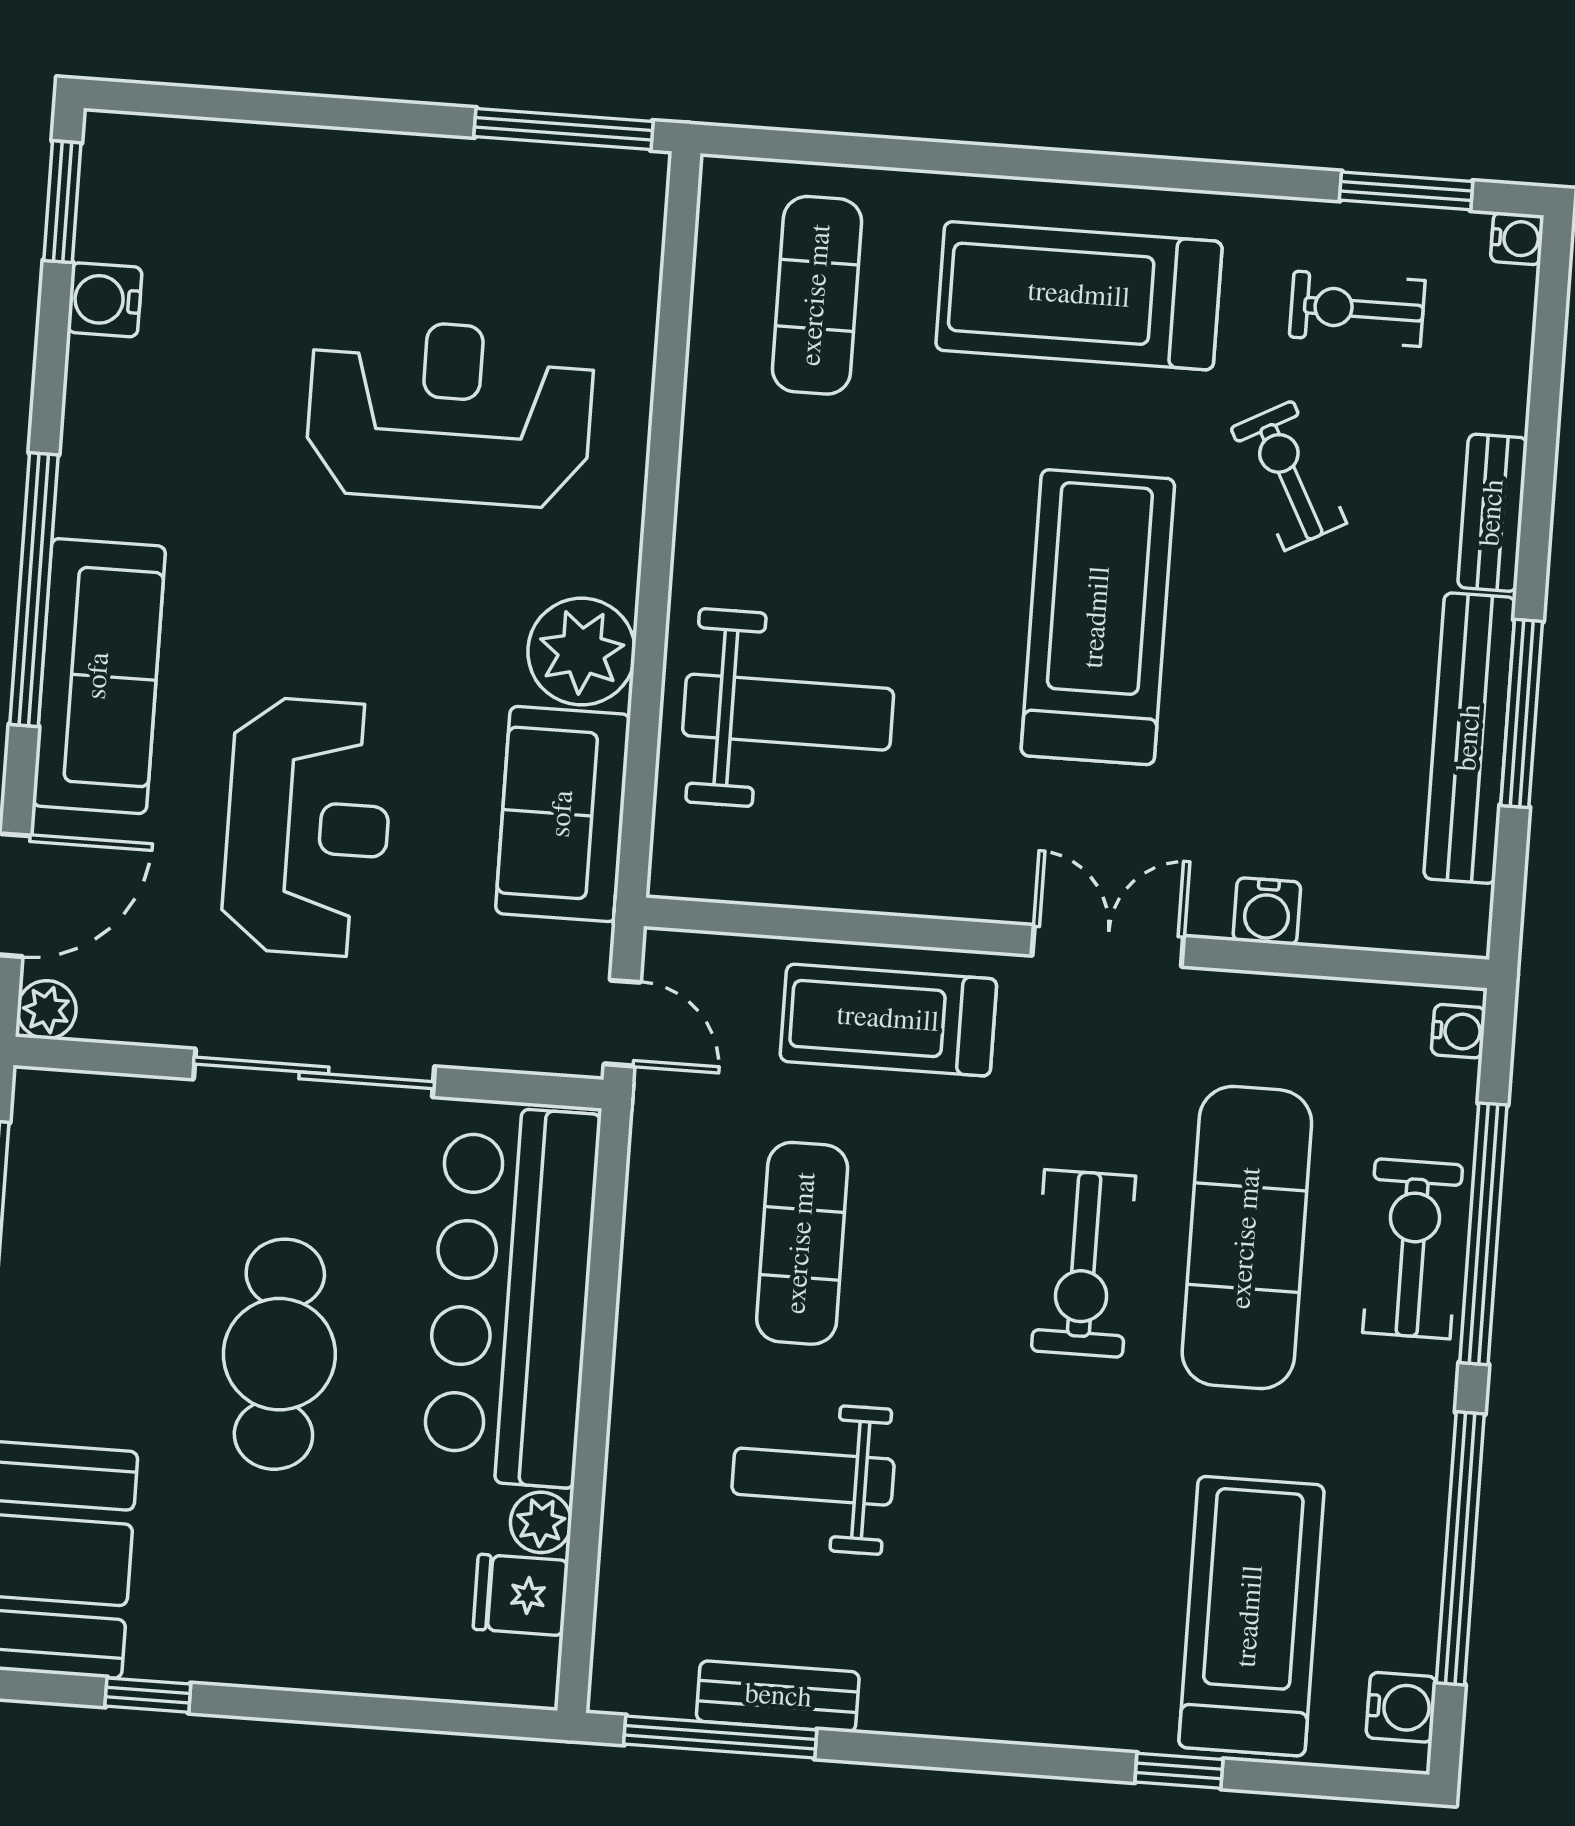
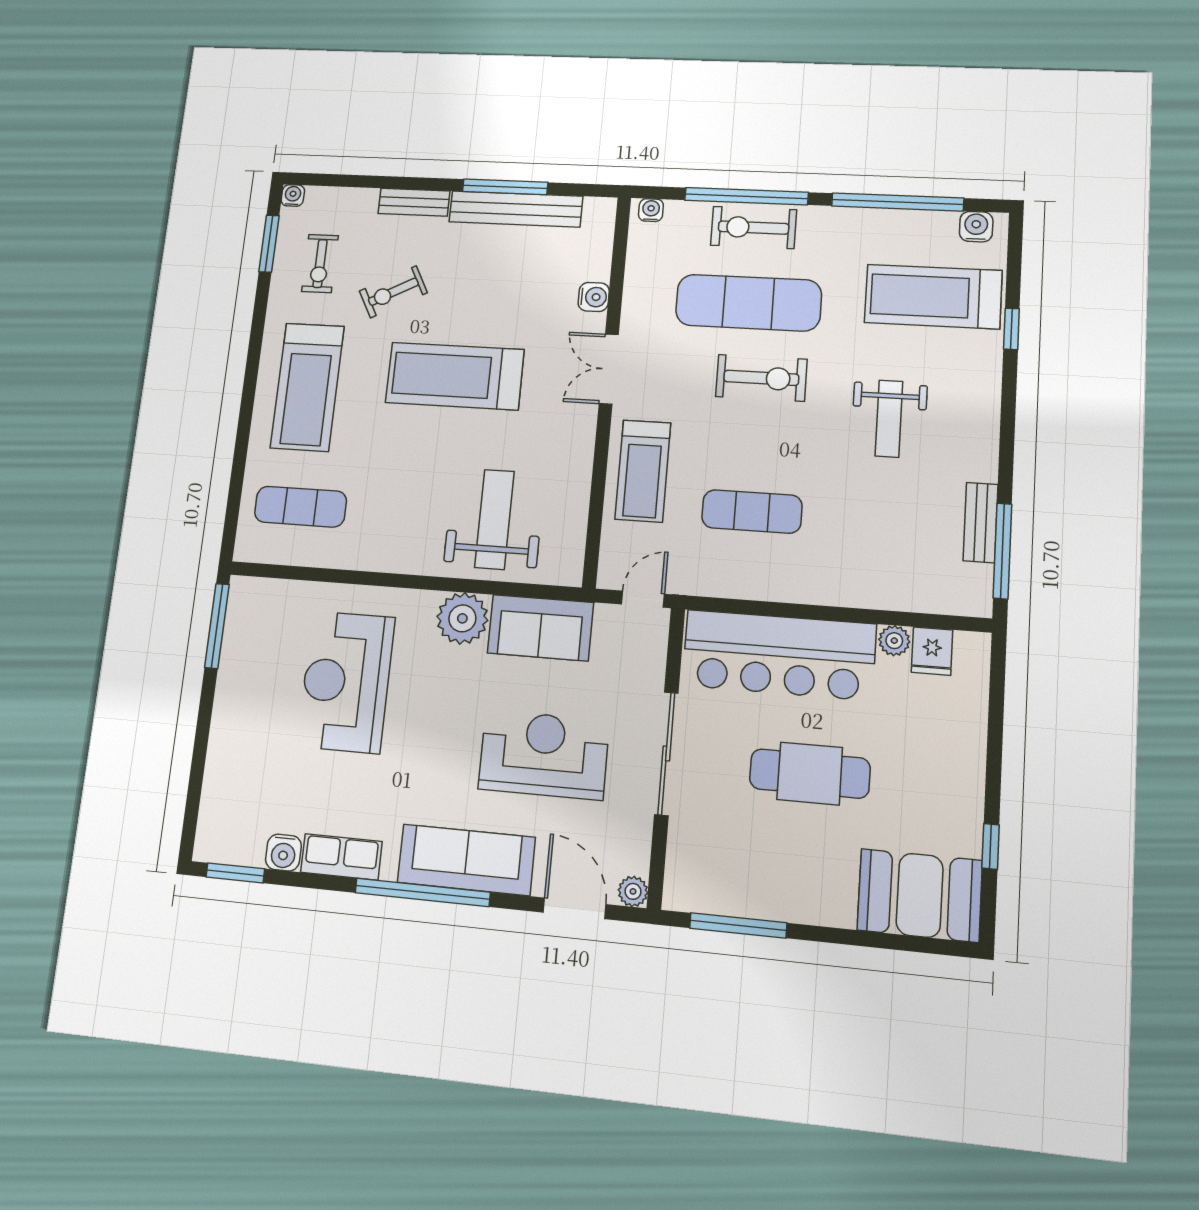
row of seats: (99, 421) -> (341, 857), added
weight bench: (813, 1477) -> (889, 419), moved

